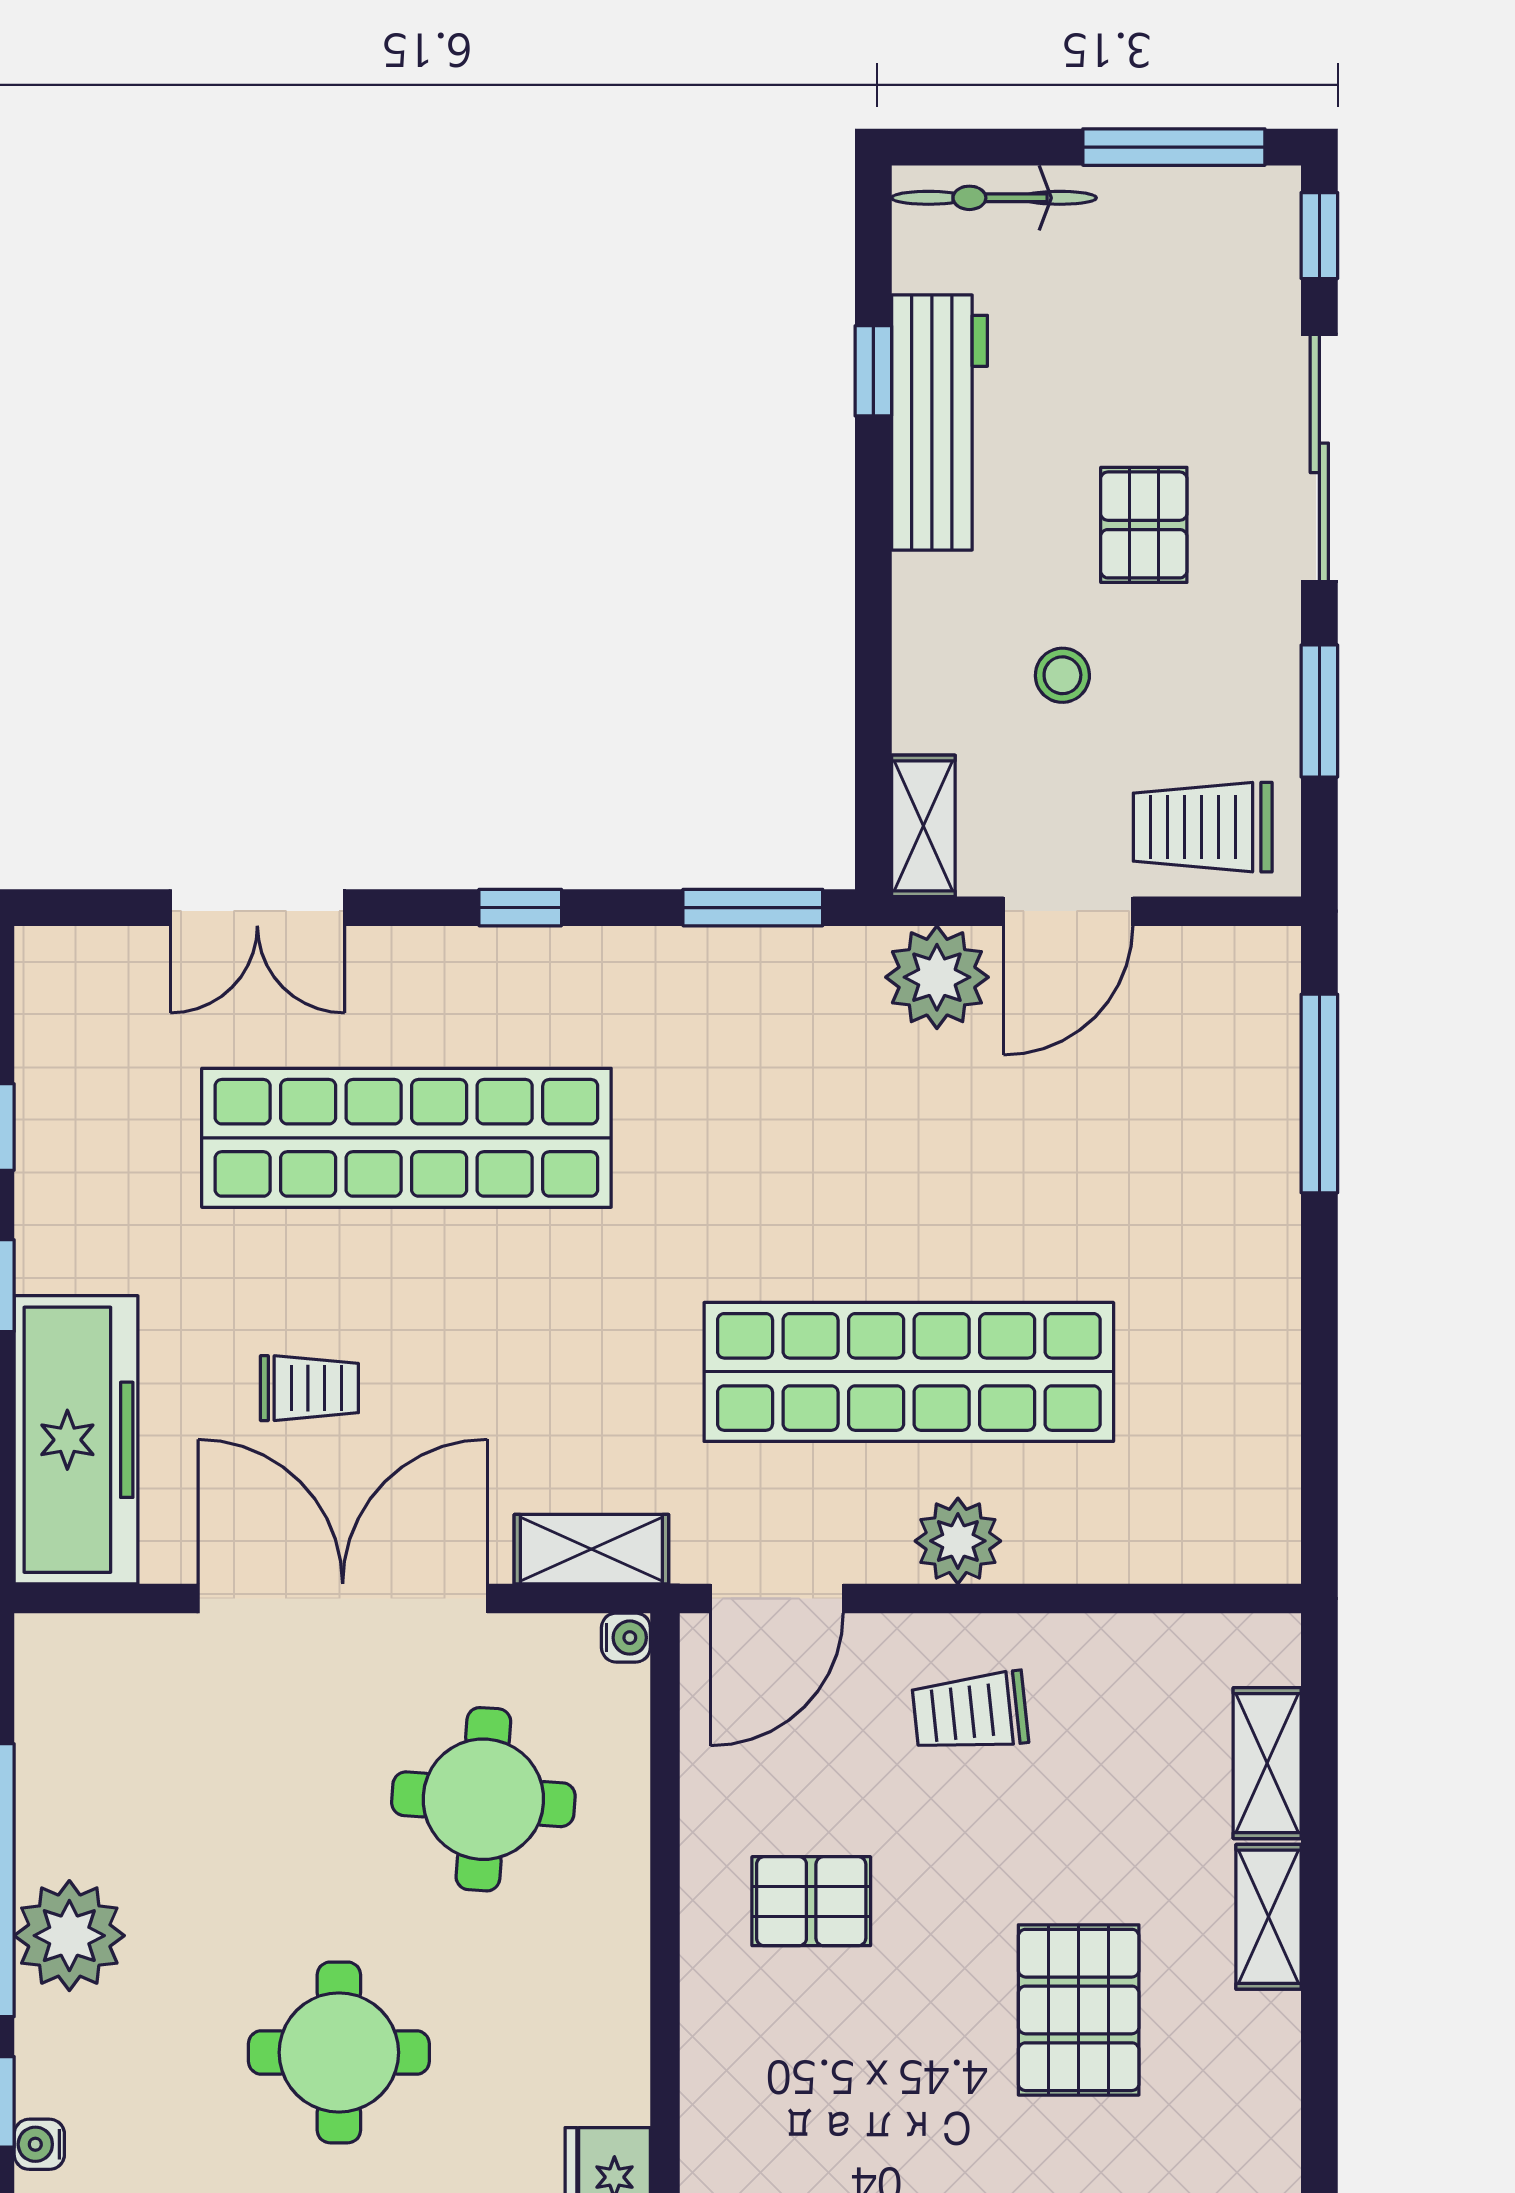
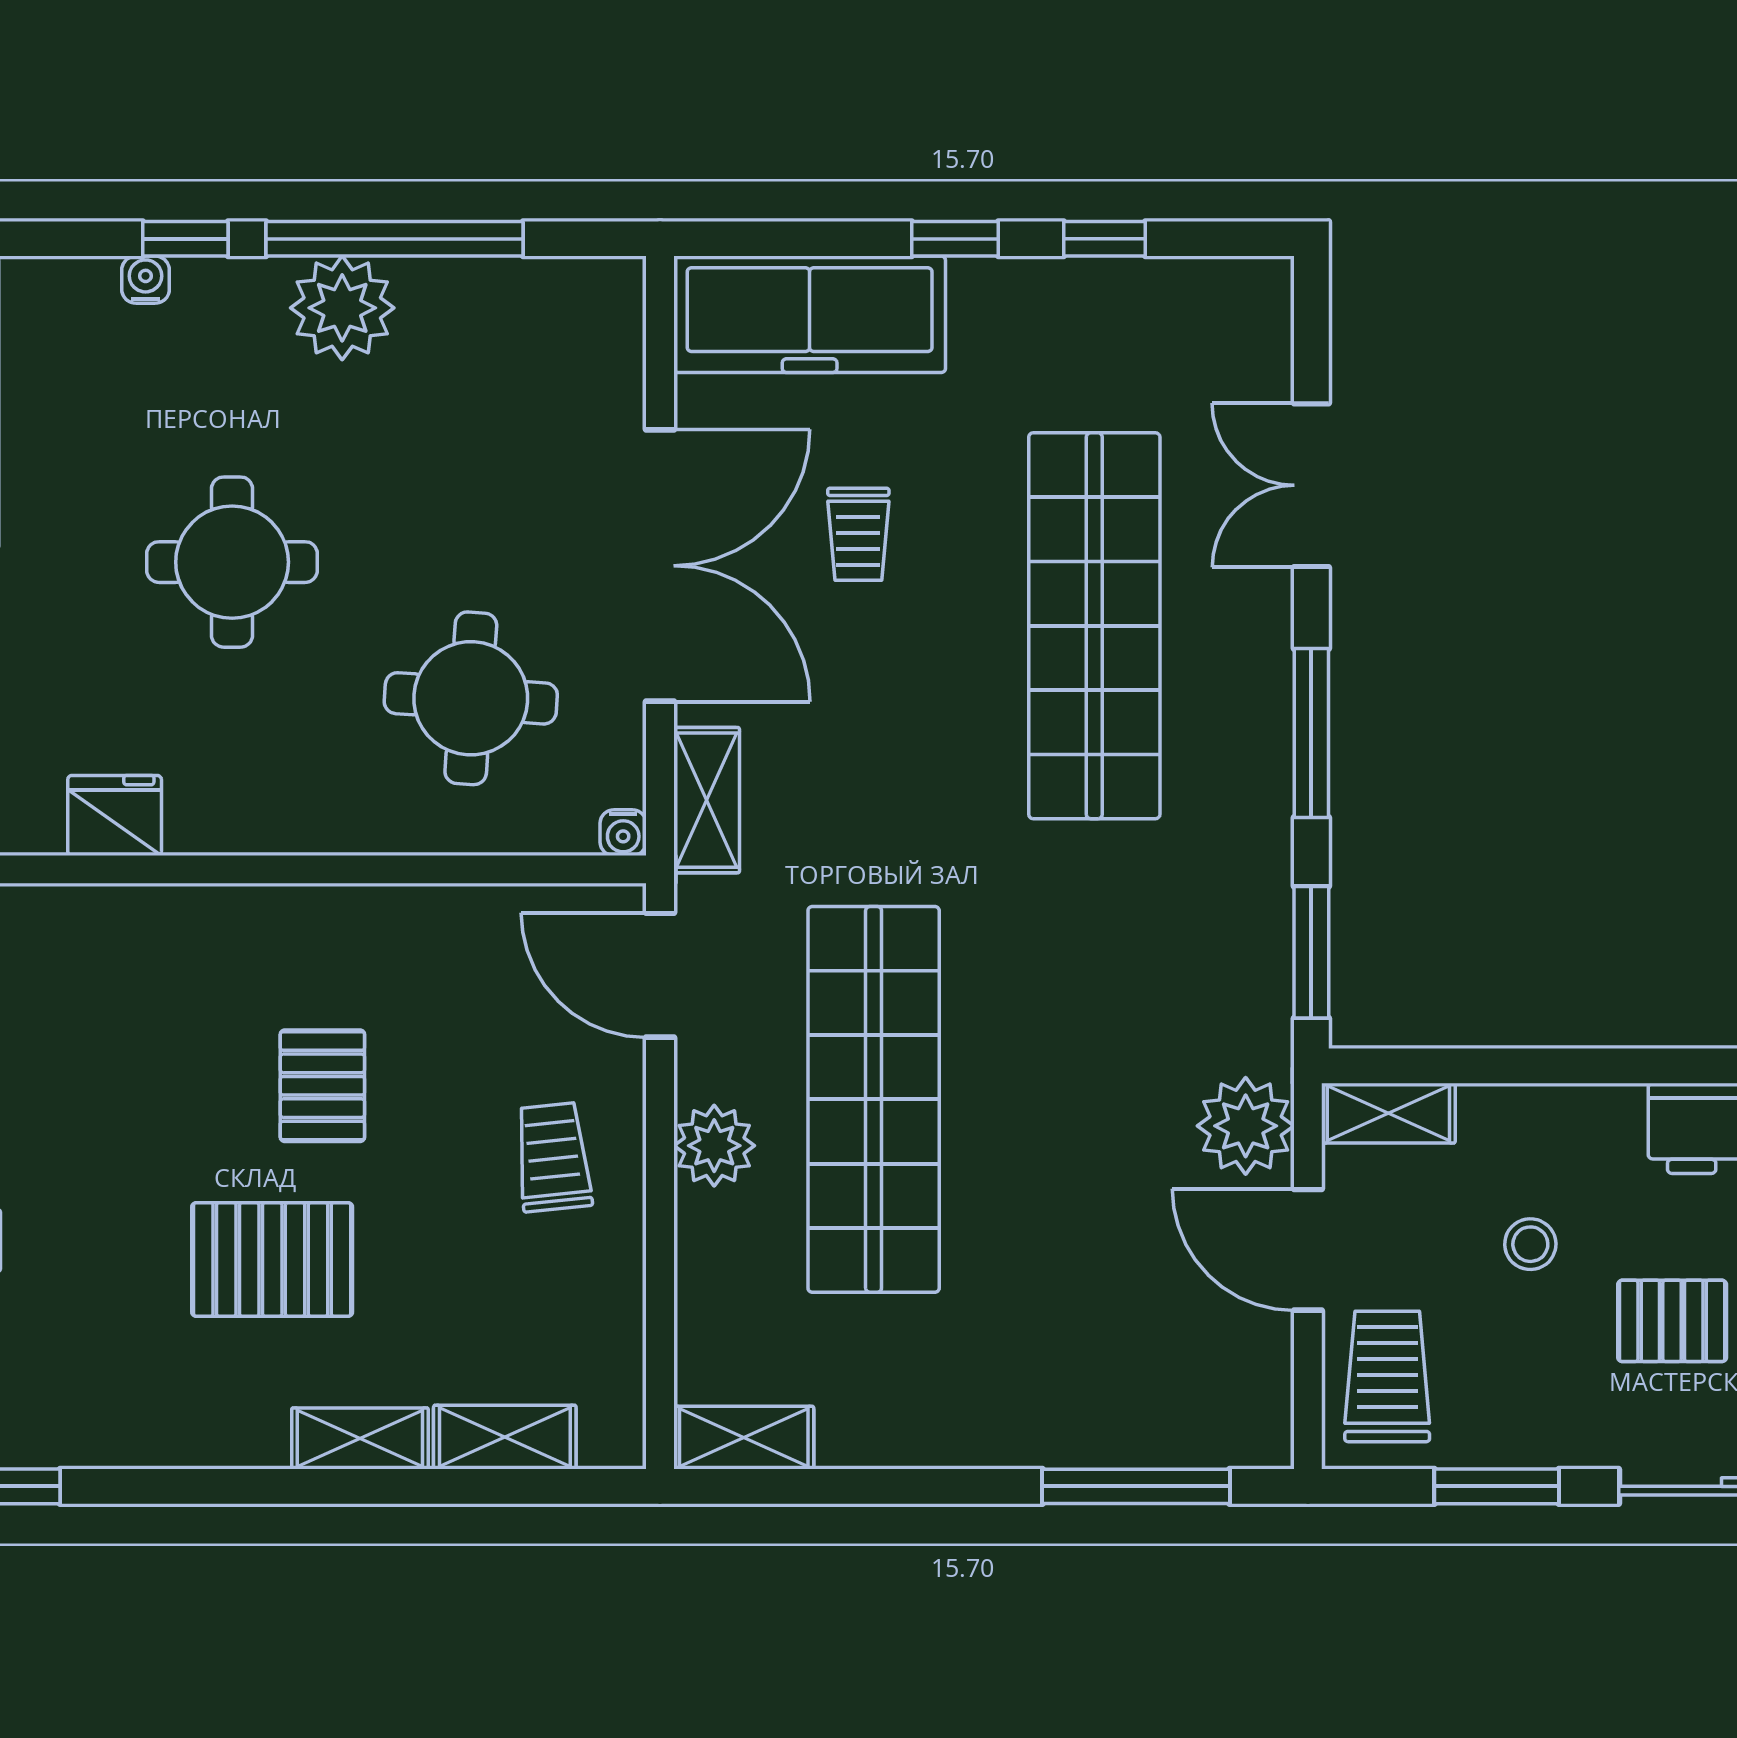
window: (520, 908) -> (1311, 733), width x2.17
shelving: (1268, 1510) -> (744, 1438), added
pallet: (811, 1901) -> (322, 1086), moved

